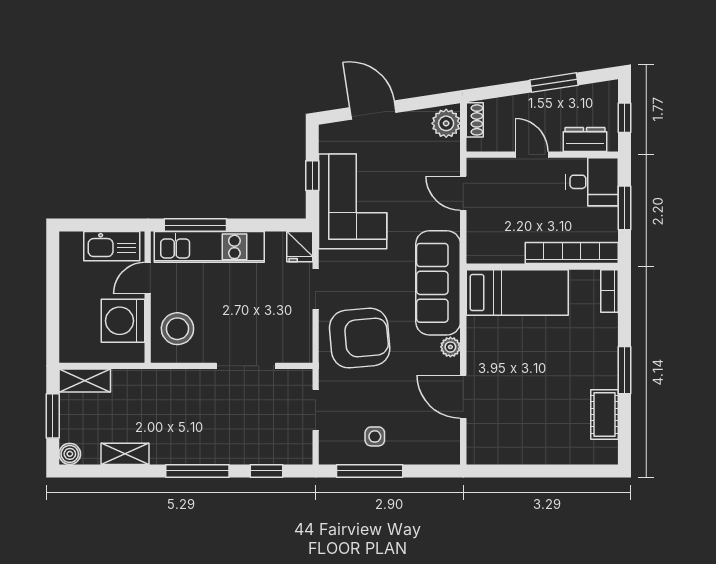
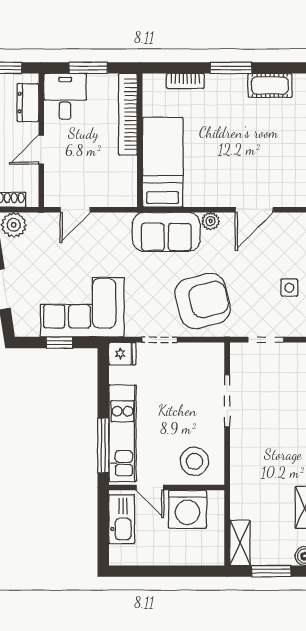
sofa: (438, 283) -> (166, 232), width x0.73
bookcase: (610, 291) -> (185, 81), moved
armchair: (360, 338) -> (203, 301), turned 81

